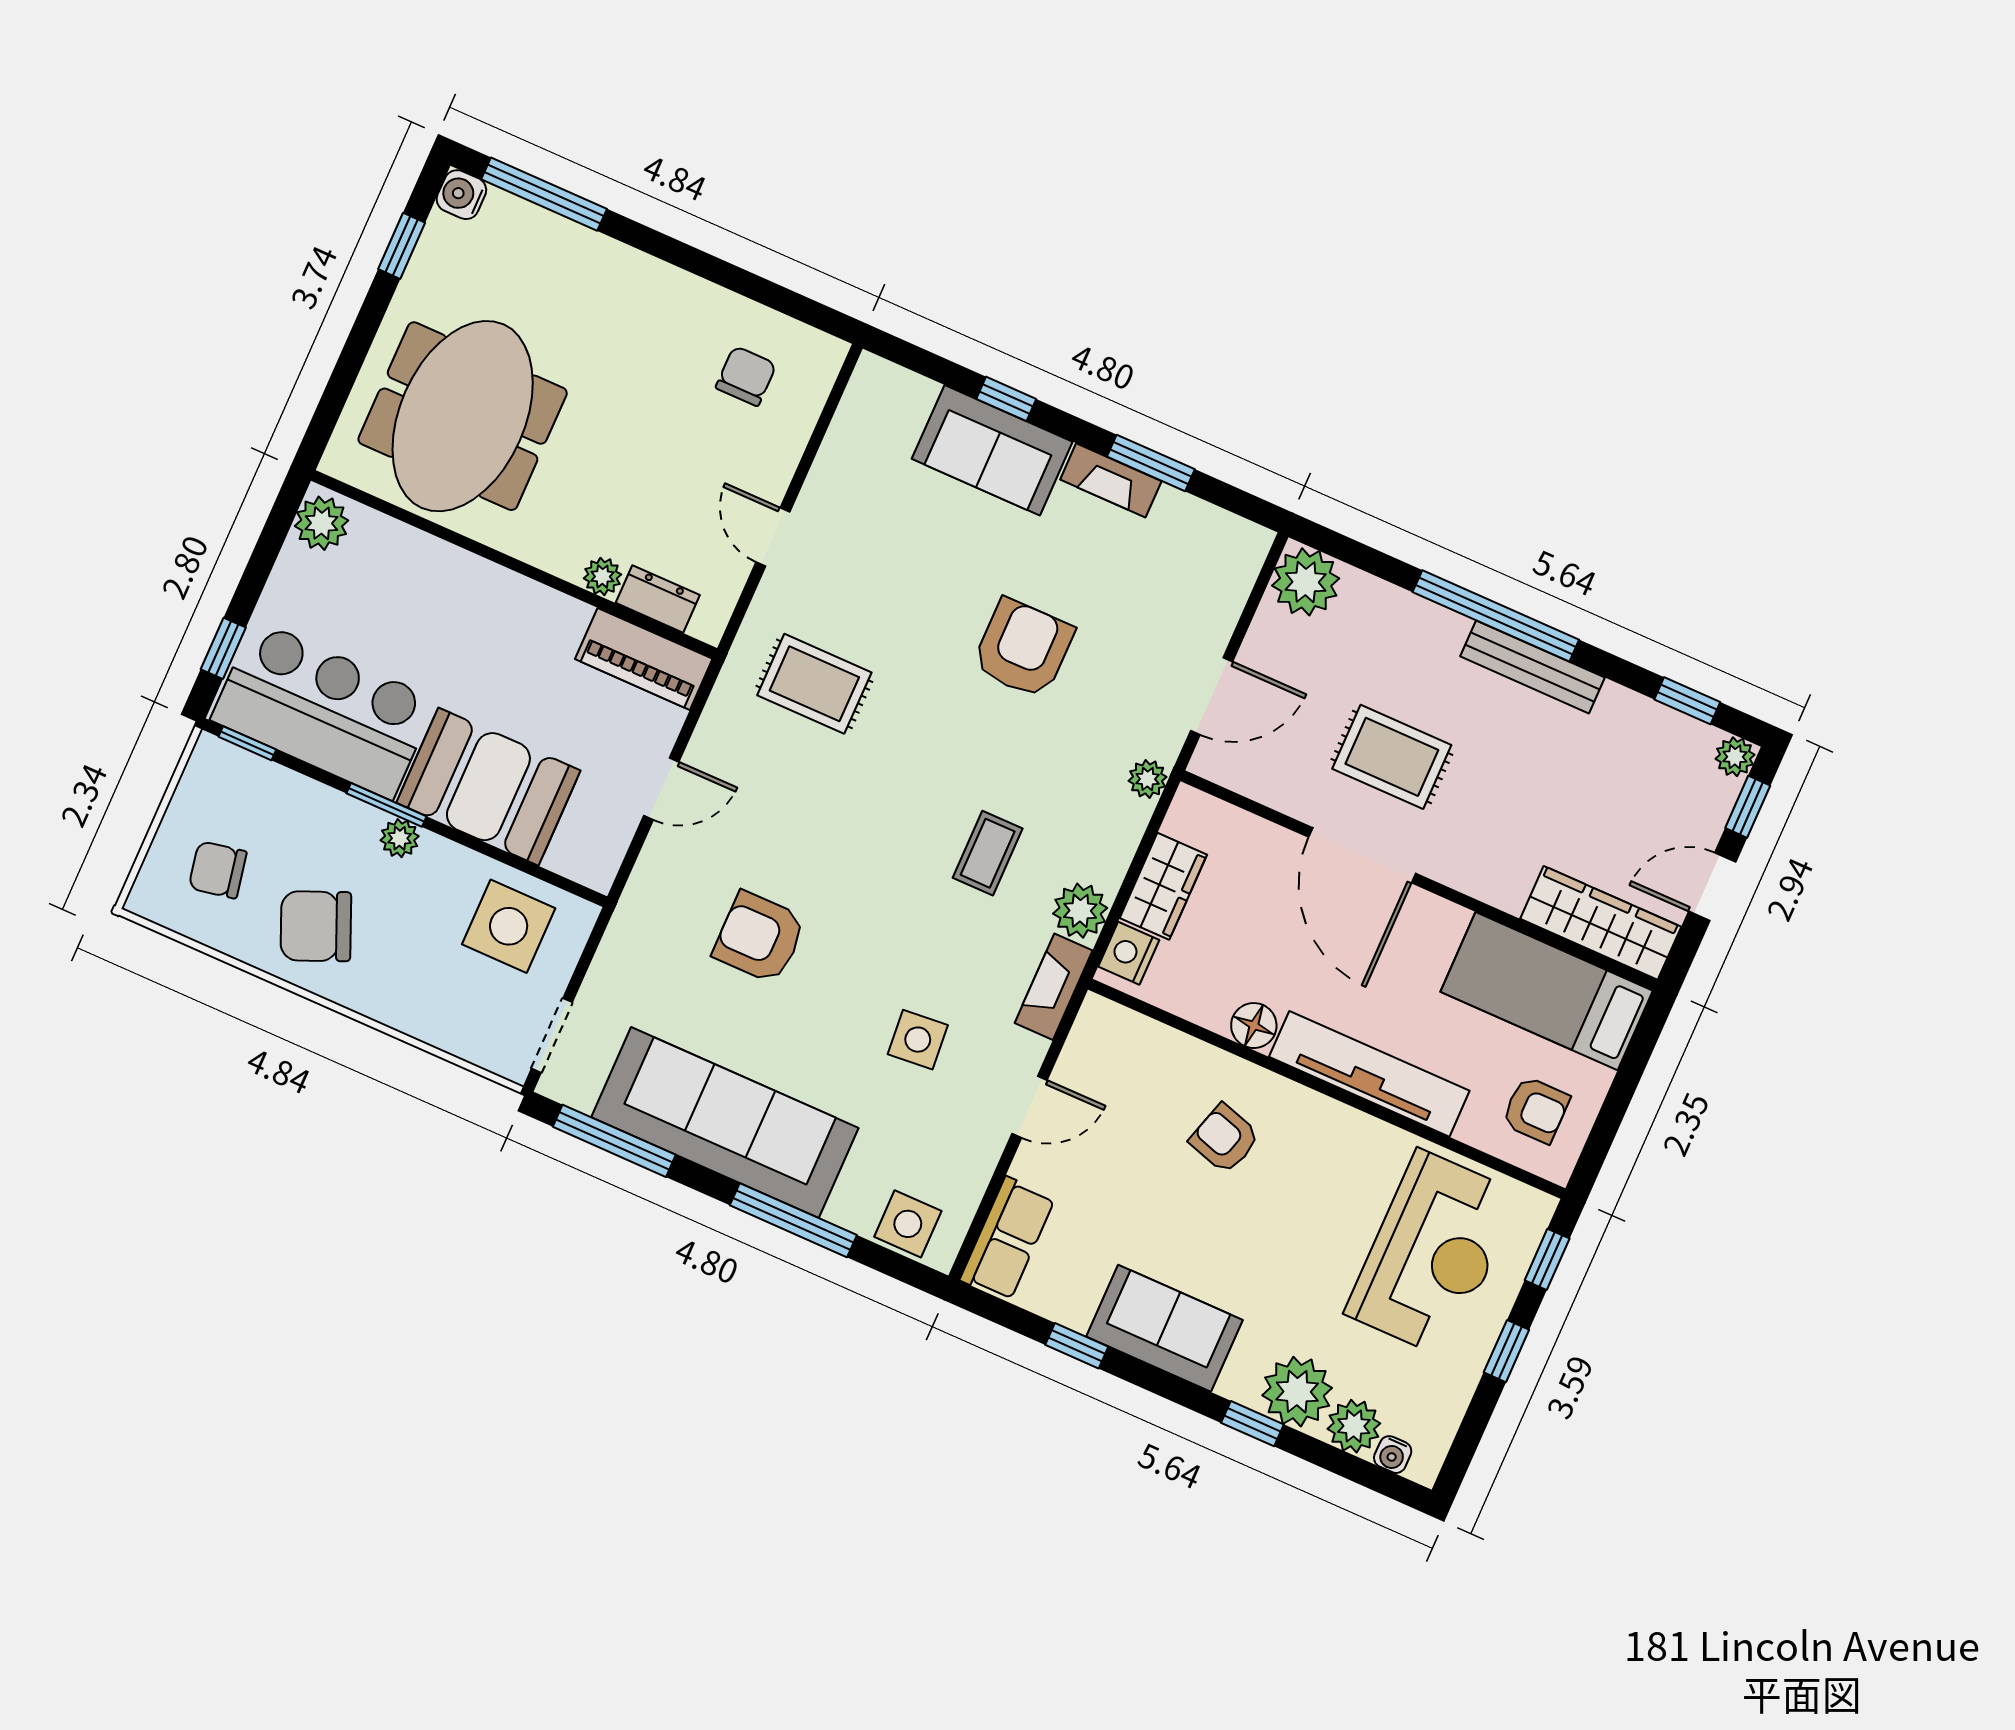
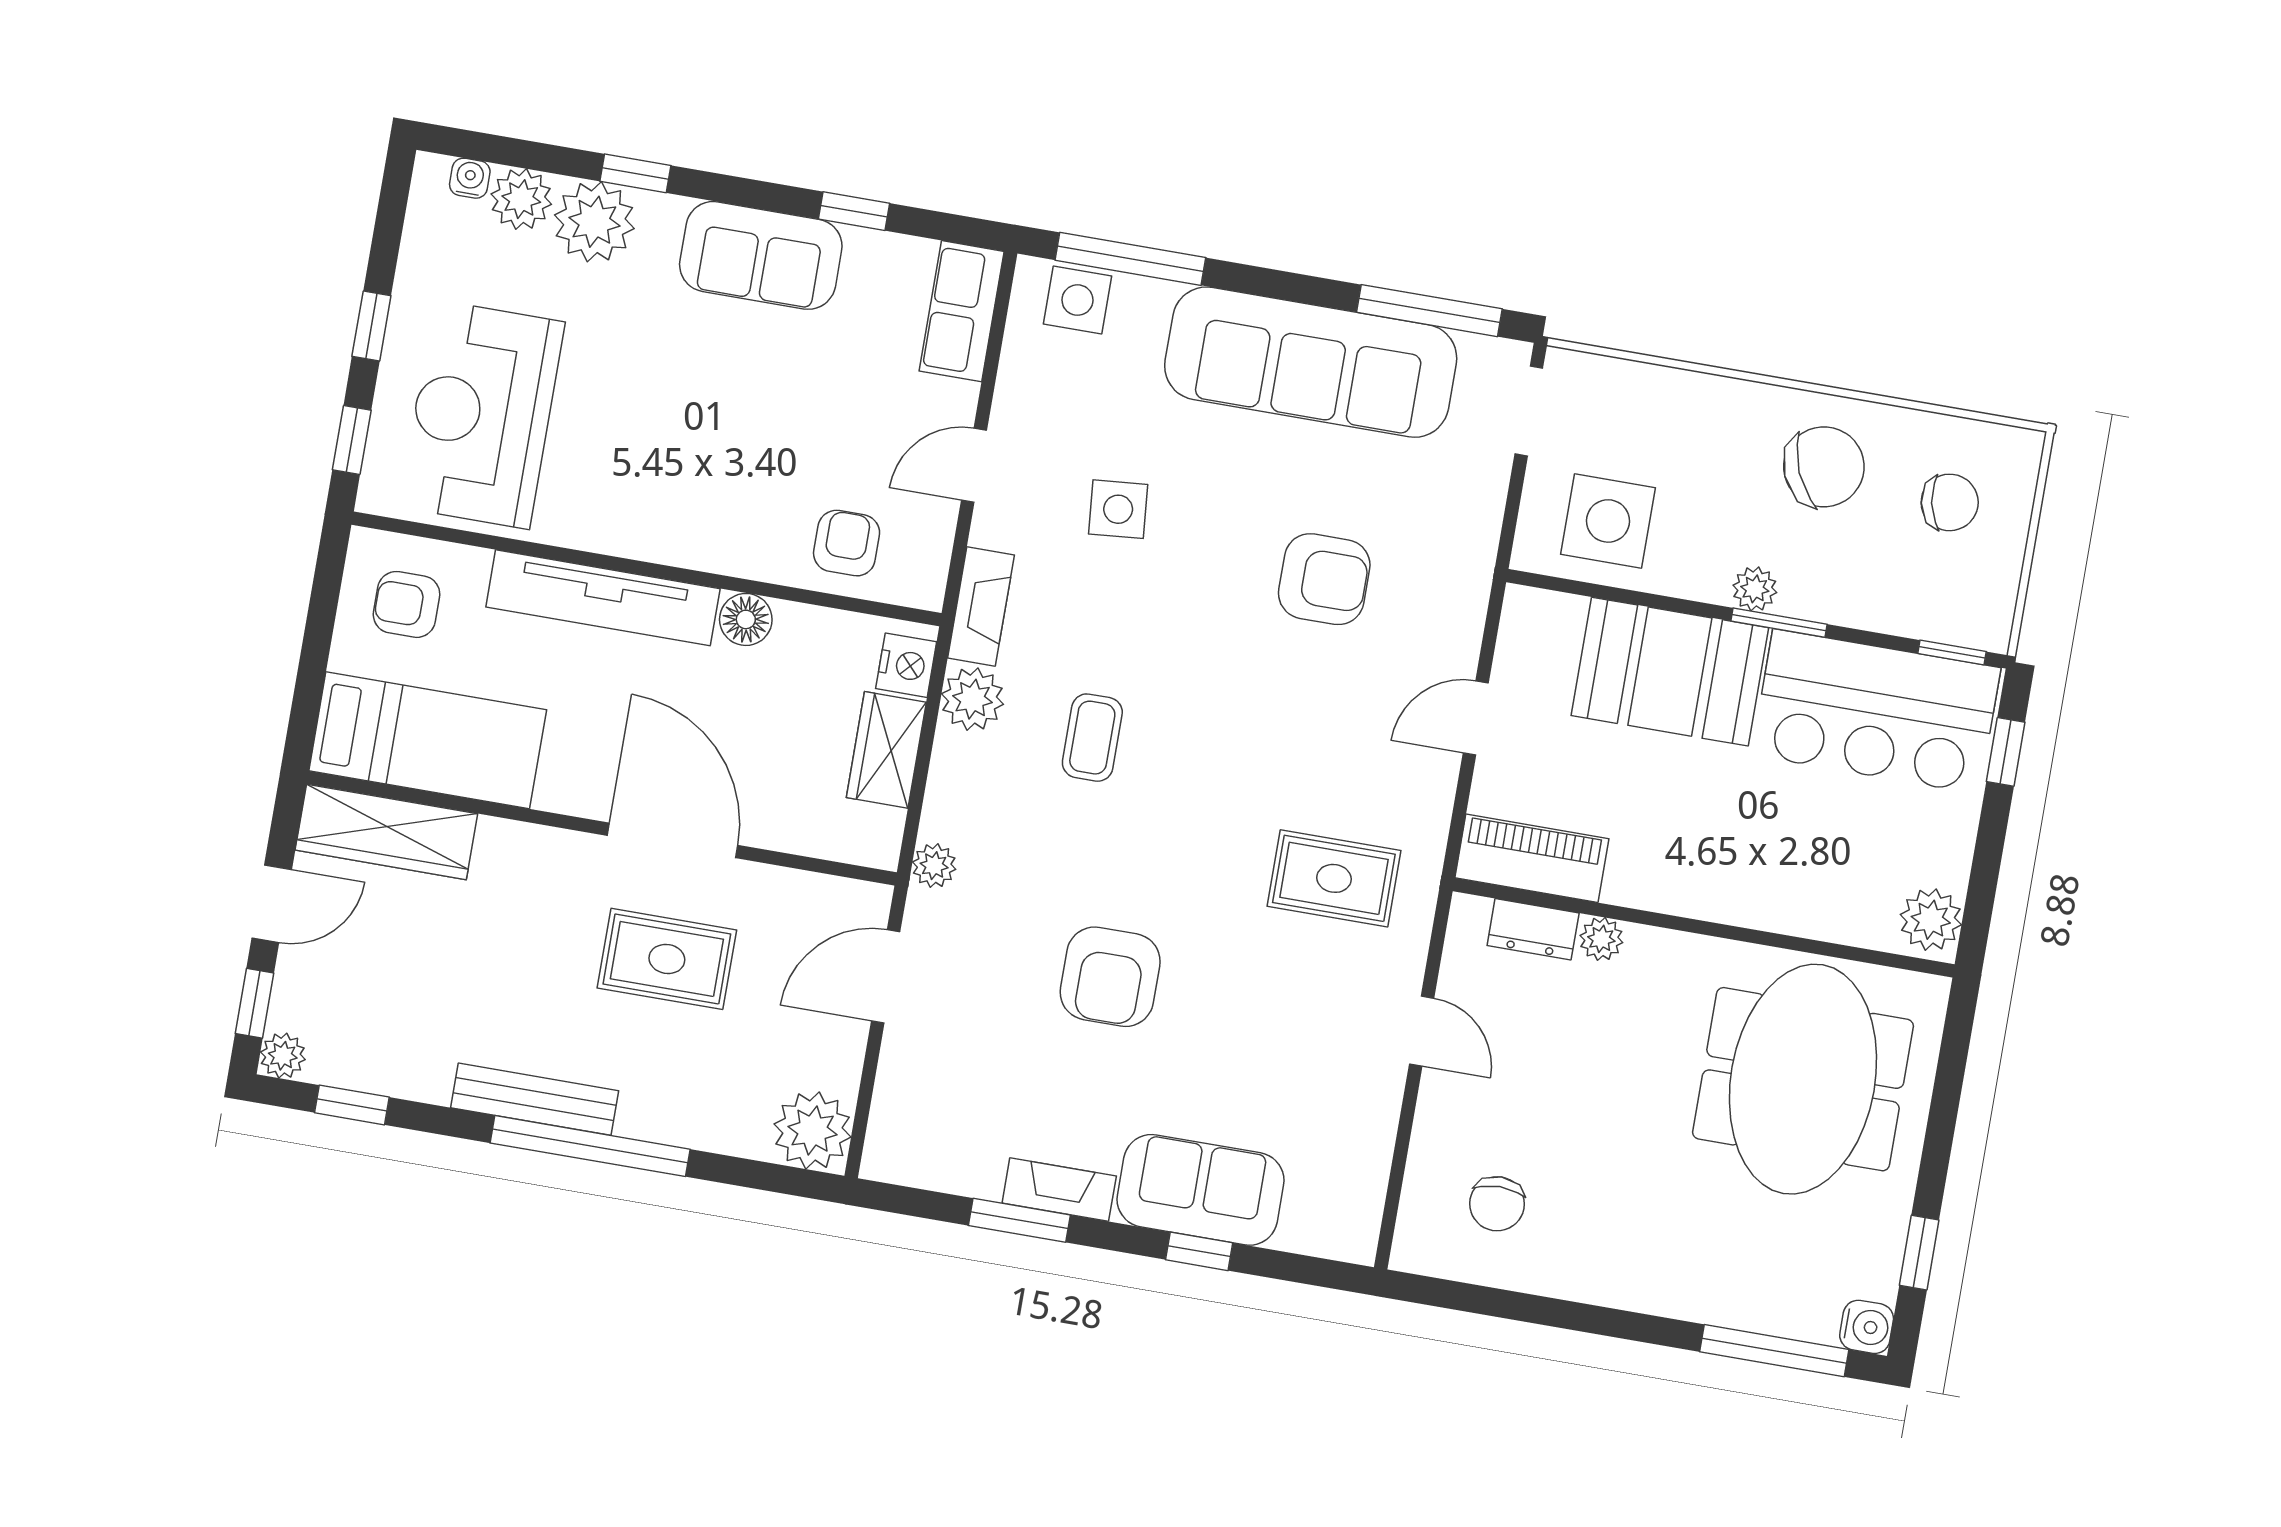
armchair: (1225, 1139) -> (847, 543), moved, turned -107
window: (793, 1220) -> (1130, 259), moved

